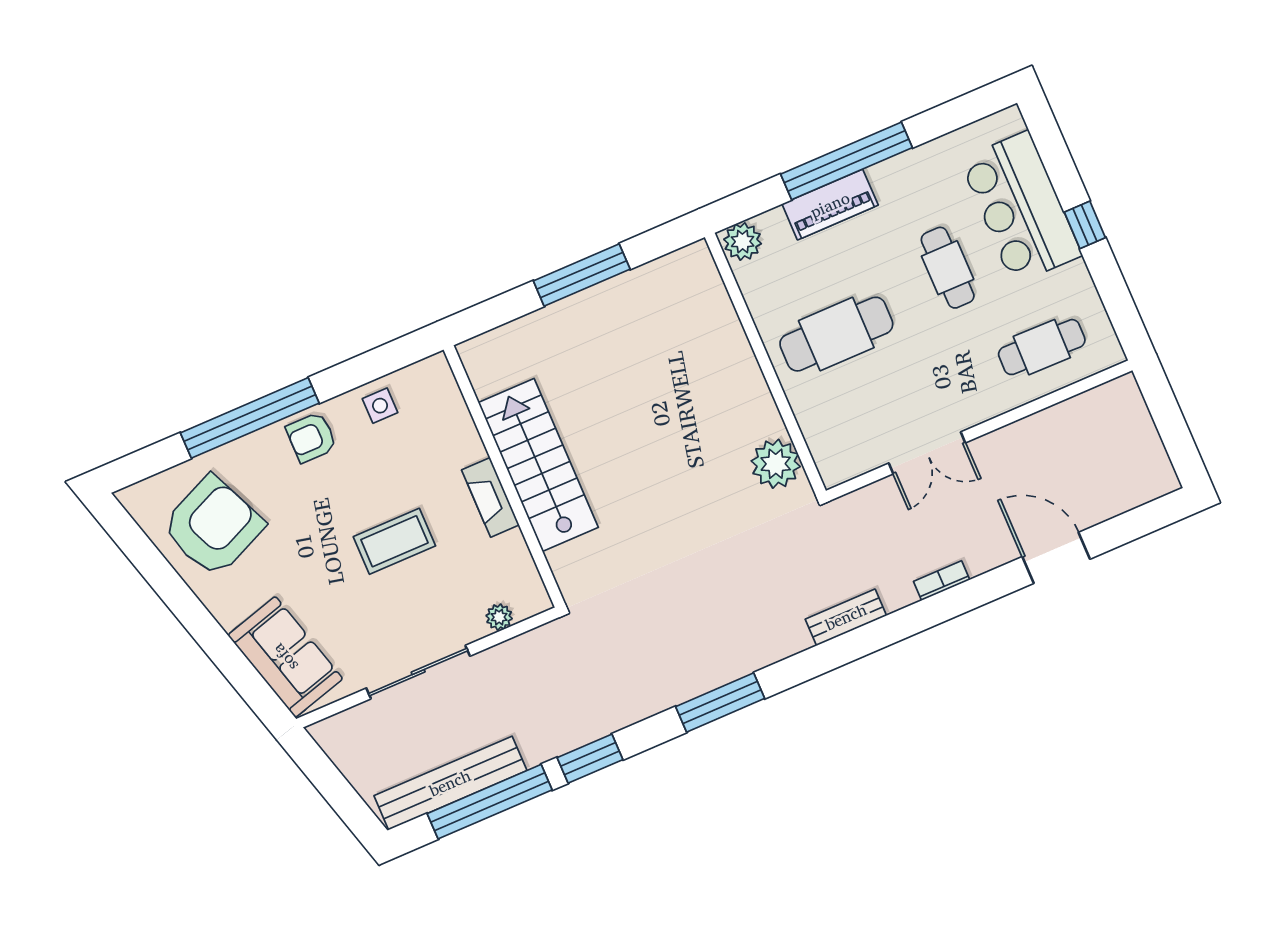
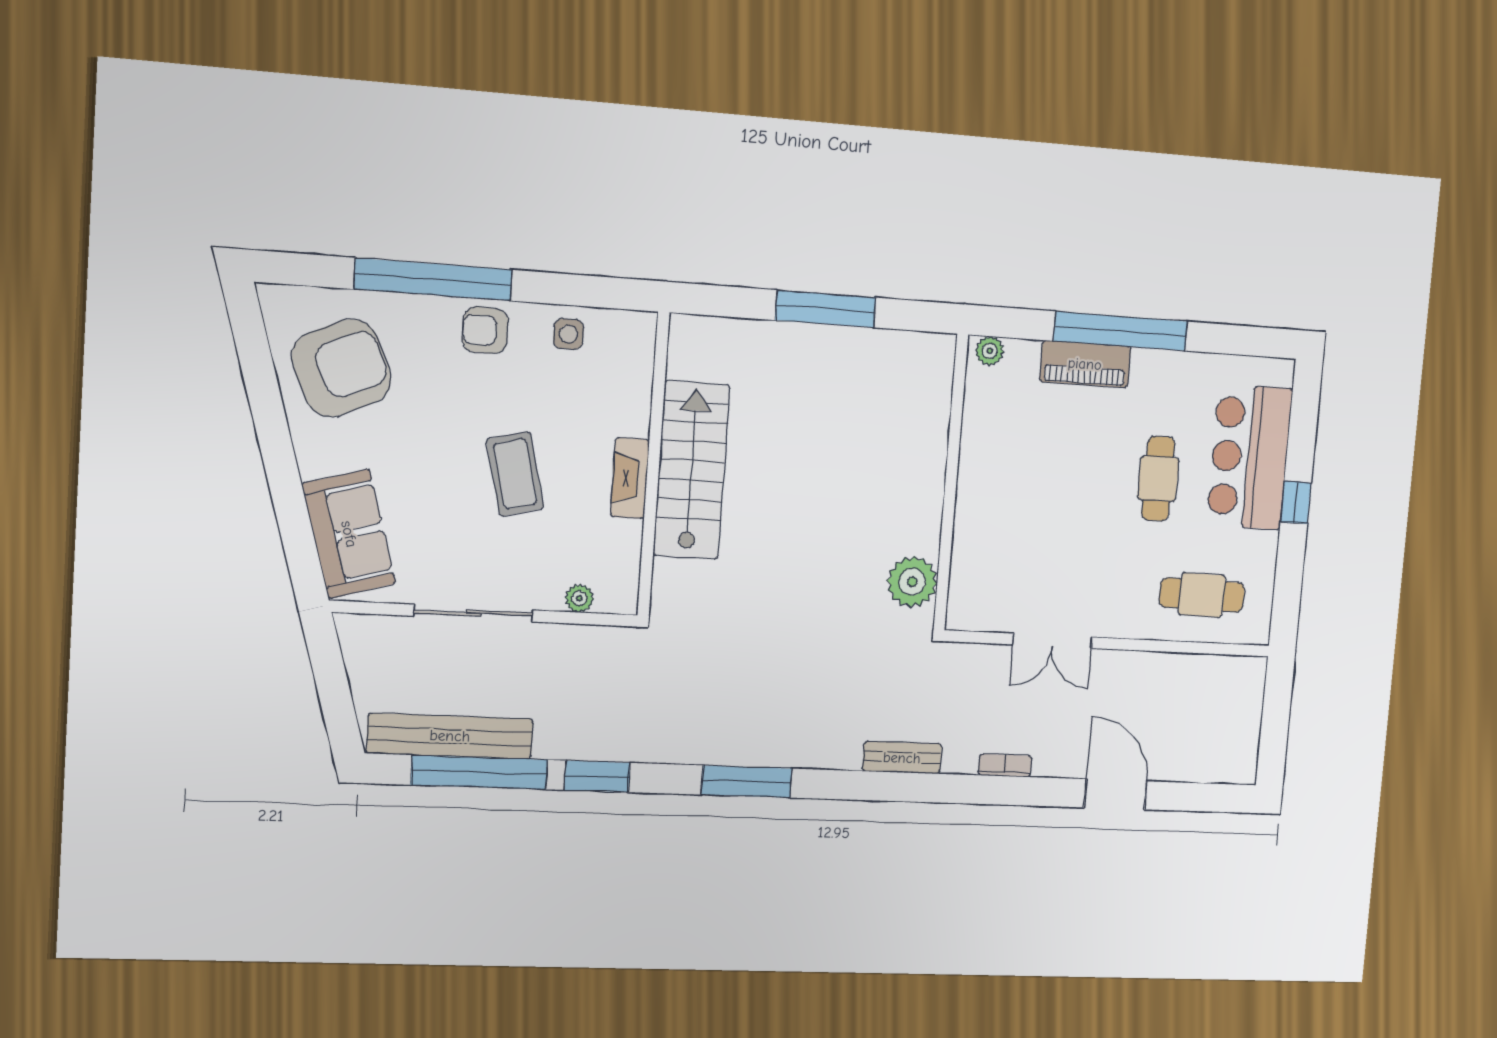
plant: (743, 242) -> (990, 351), width x0.73, depth x0.73
cafe table: (836, 334) -> (1029, 488), removed
coffee table: (394, 541) -> (515, 474), turned 76

